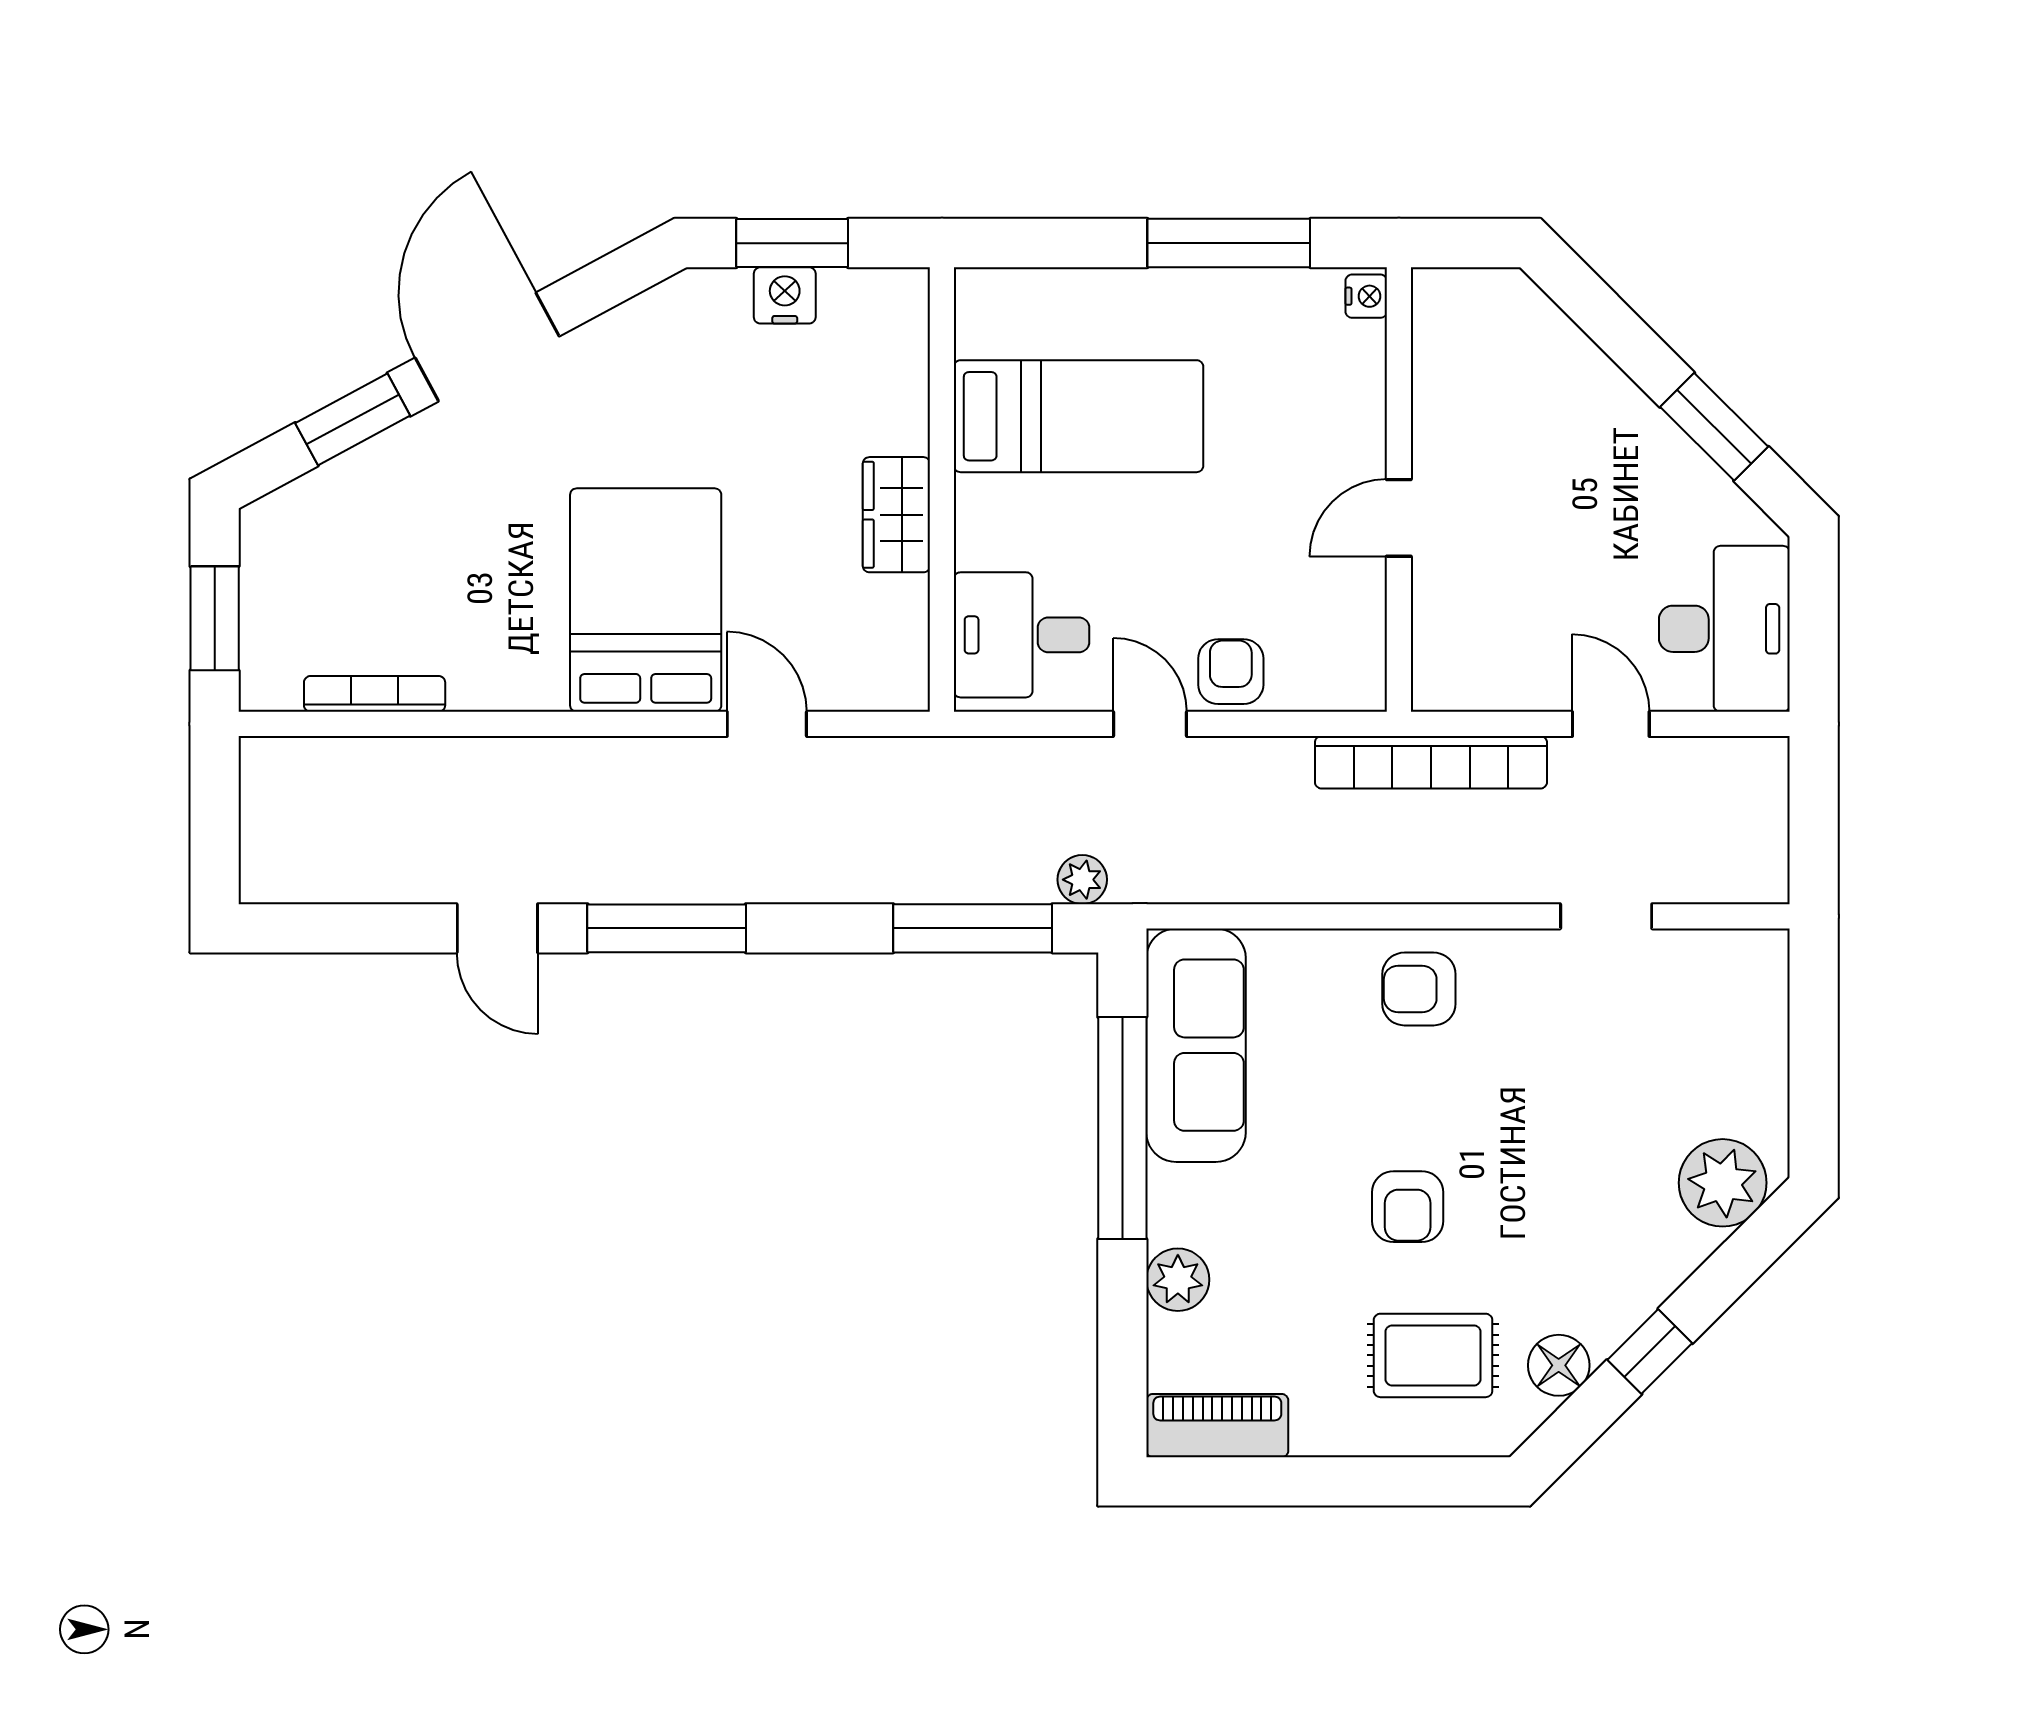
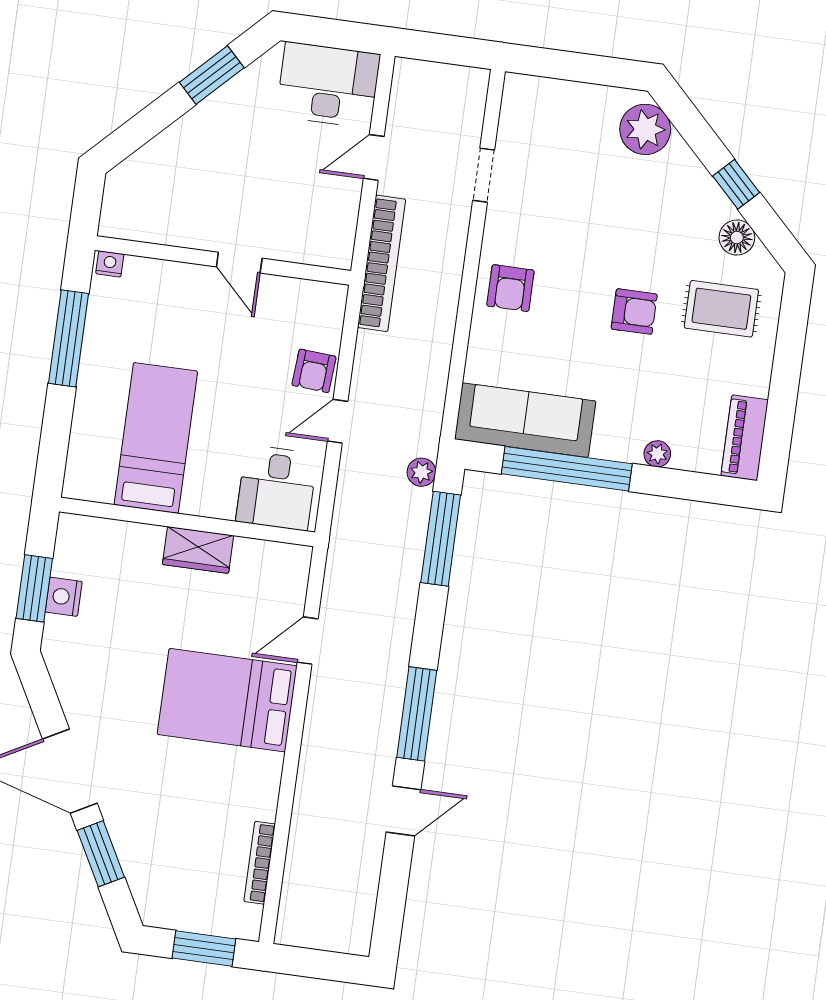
armchair: (1231, 672) -> (314, 371), turned -86
plant: (1178, 1280) -> (657, 454), width x0.73, depth x0.73
rug: (1433, 1355) -> (721, 309), turned 90

